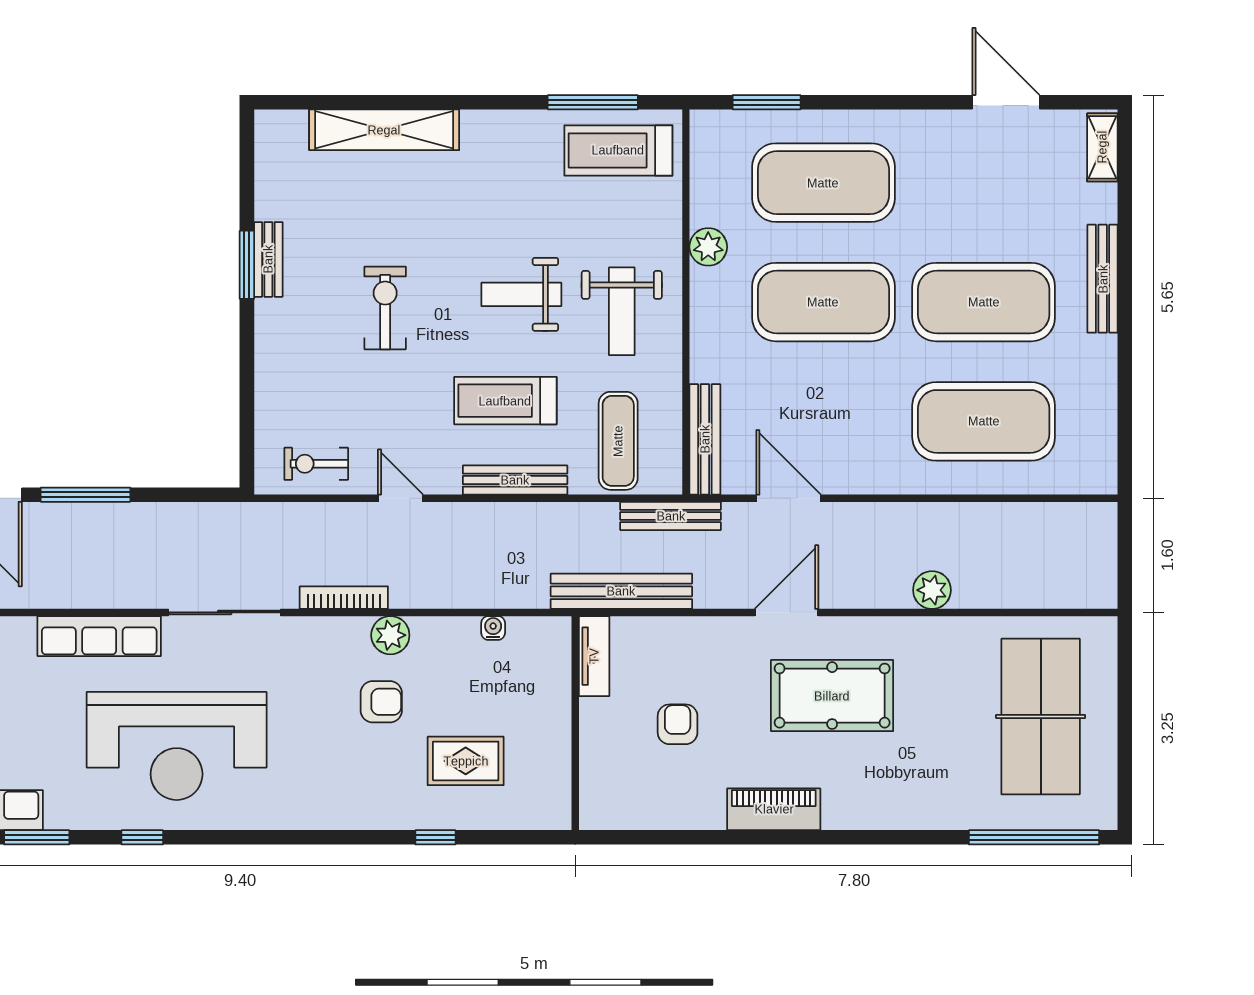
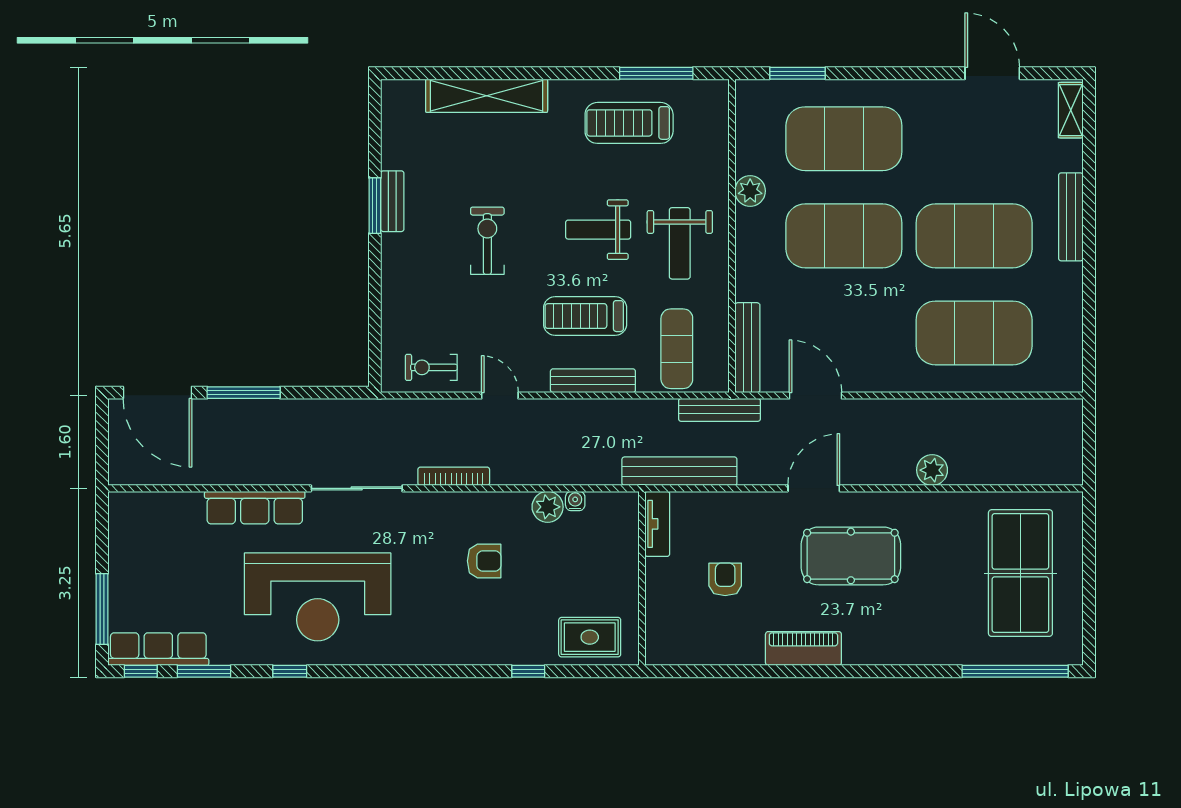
treadmill: (618, 150) -> (629, 123), moved
plant: (390, 635) -> (548, 507), moved
rug: (466, 761) -> (590, 637), moved

